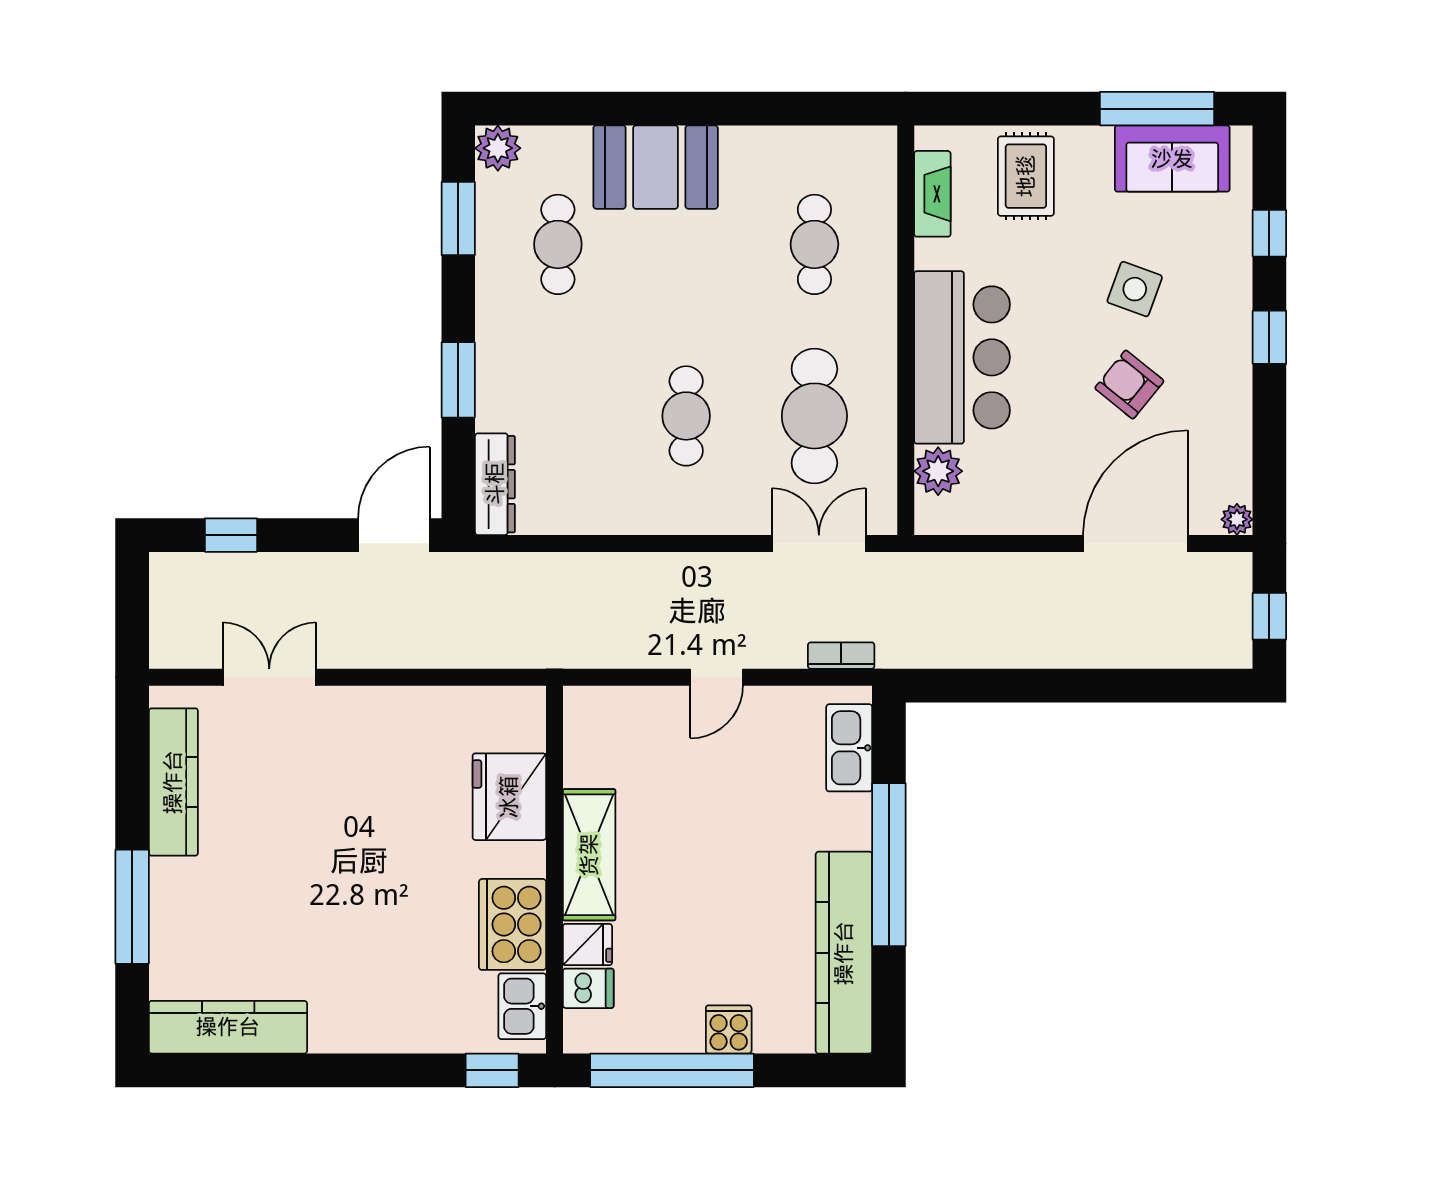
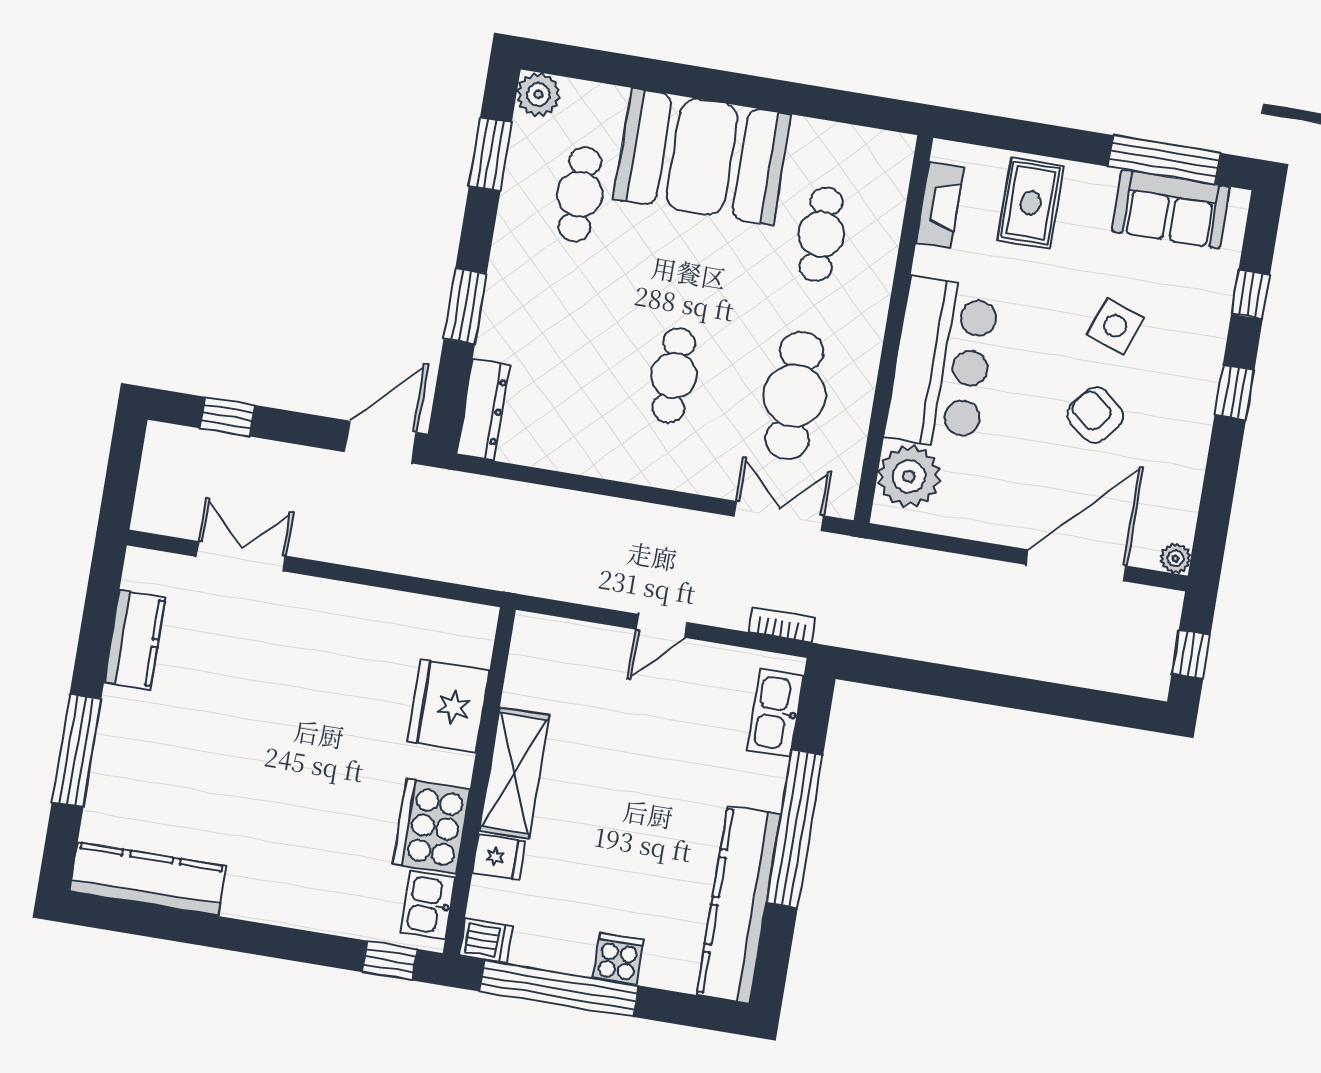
booth: (656, 167) -> (702, 157), width x1.36, depth x1.42
plant: (938, 471) -> (909, 476), width x1.36, depth x1.36
kitchen counter: (173, 782) -> (135, 640), width x0.67
dishwasher: (588, 988) -> (486, 941), moved

